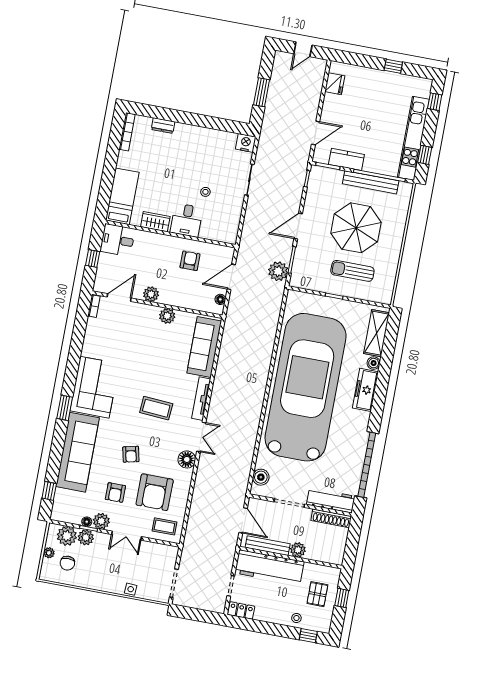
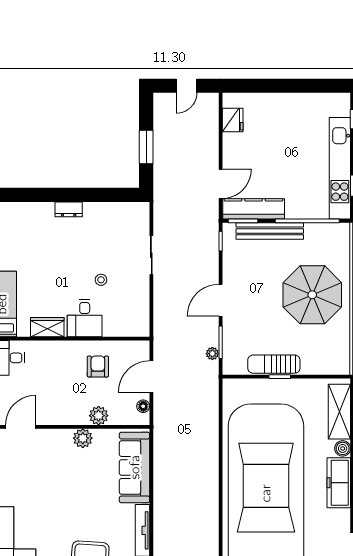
window: (393, 66) -> (299, 86), removed
dresser: (163, 126) -> (69, 209), moved
nightstand: (246, 143) -> (139, 212), removed
kitchen counter: (346, 159) -> (254, 209), width x1.50
bench: (371, 182) -> (270, 231), moved
parasol: (356, 228) -> (312, 295), moved
plant: (278, 271) -> (212, 354), width x0.53, depth x0.53
sun lounger: (352, 271) -> (274, 364), moved
plant: (151, 294) -> (99, 416), moved

